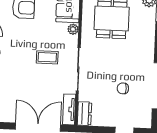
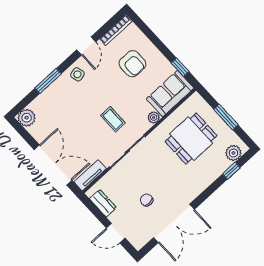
dresser: (84, 114) -> (103, 203), moved, turned -90

